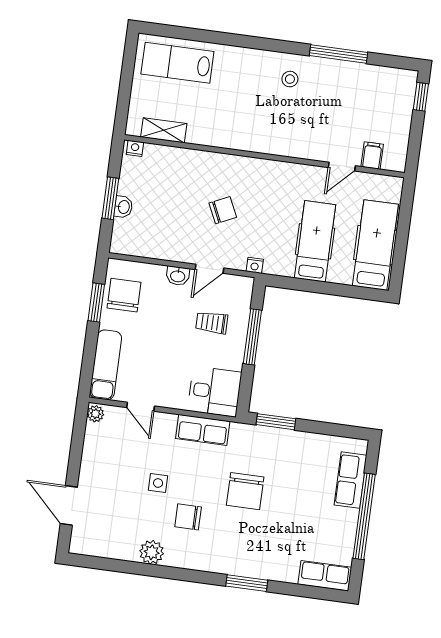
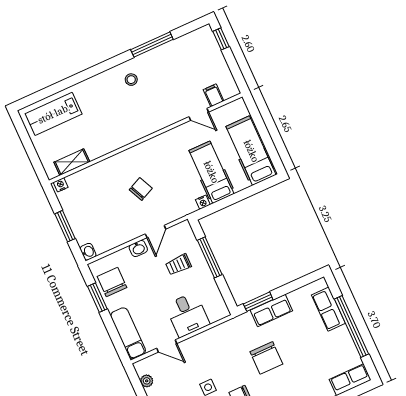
door: (342, 167) -> (199, 114), hinge flipped
washbasin: (123, 207) -> (88, 252), moved
nightstand: (255, 265) -> (203, 202), moved
desk: (215, 391) -> (187, 315), moved, turned 90
plant: (95, 414) -> (147, 381), moved
row of seats: (203, 430) -> (271, 310), moved

